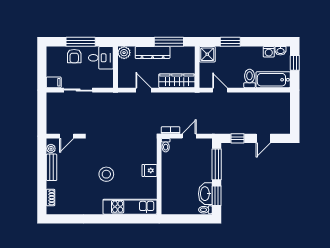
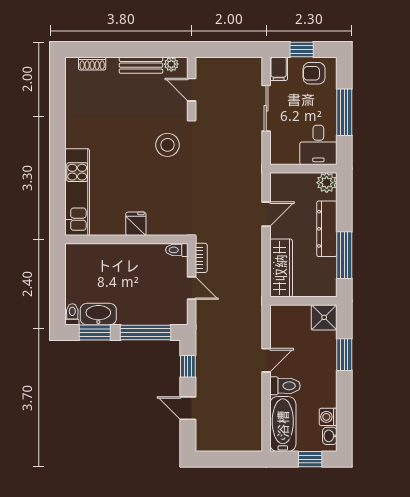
armchair: (74, 56) -> (314, 73), moved
window: (42, 68) -> (302, 49), added
door: (220, 90) -> (266, 360), moved
stool: (106, 174) -> (168, 145), moved

